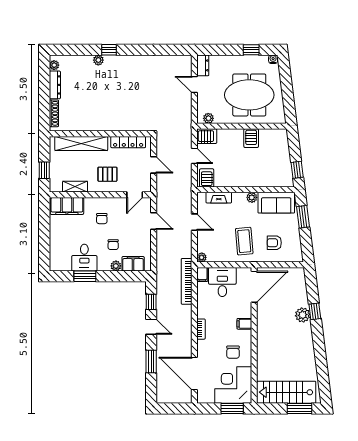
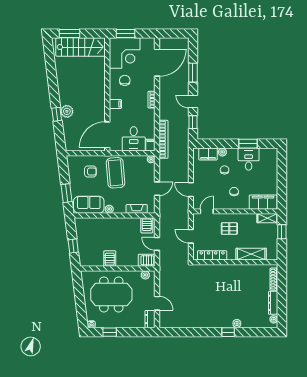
shelving: (81, 143) -> (251, 254), width x0.68
window: (297, 170) -> (73, 246), moved
shelving: (75, 187) -> (267, 218), moved
door: (194, 222) -> (157, 189), swing flipped
coffee table: (244, 241) -> (115, 173), width x1.36, depth x1.32
door: (194, 373) -> (157, 63), hinge flipped

